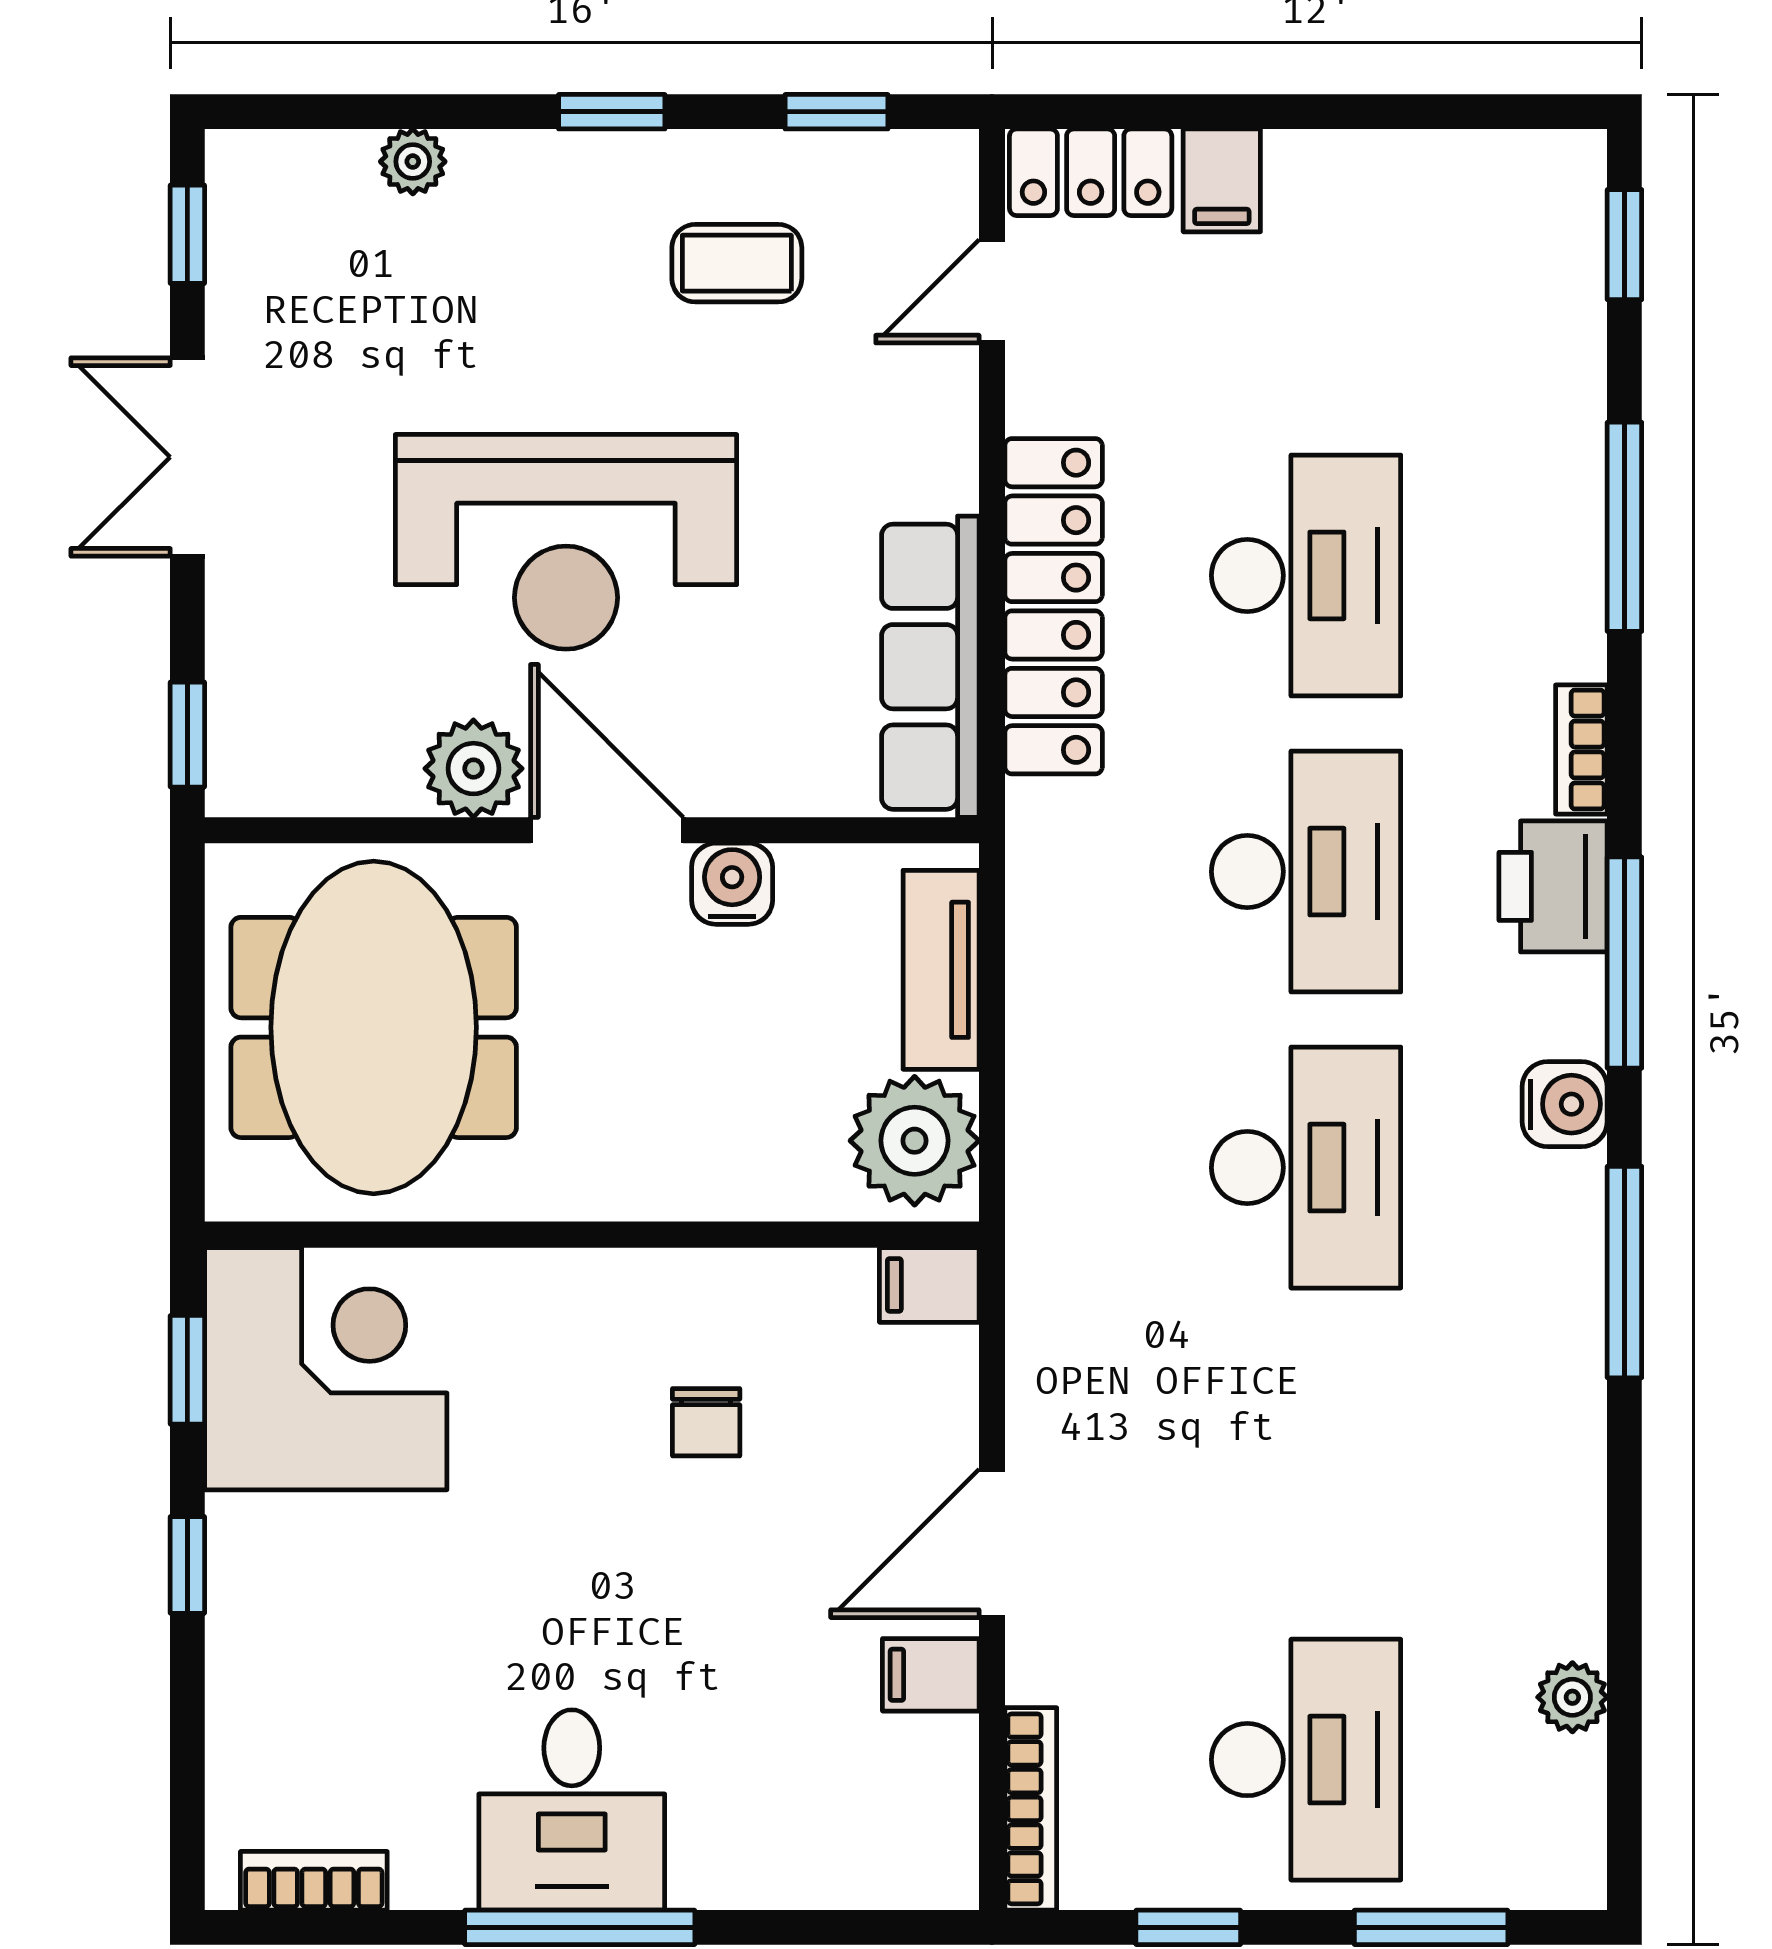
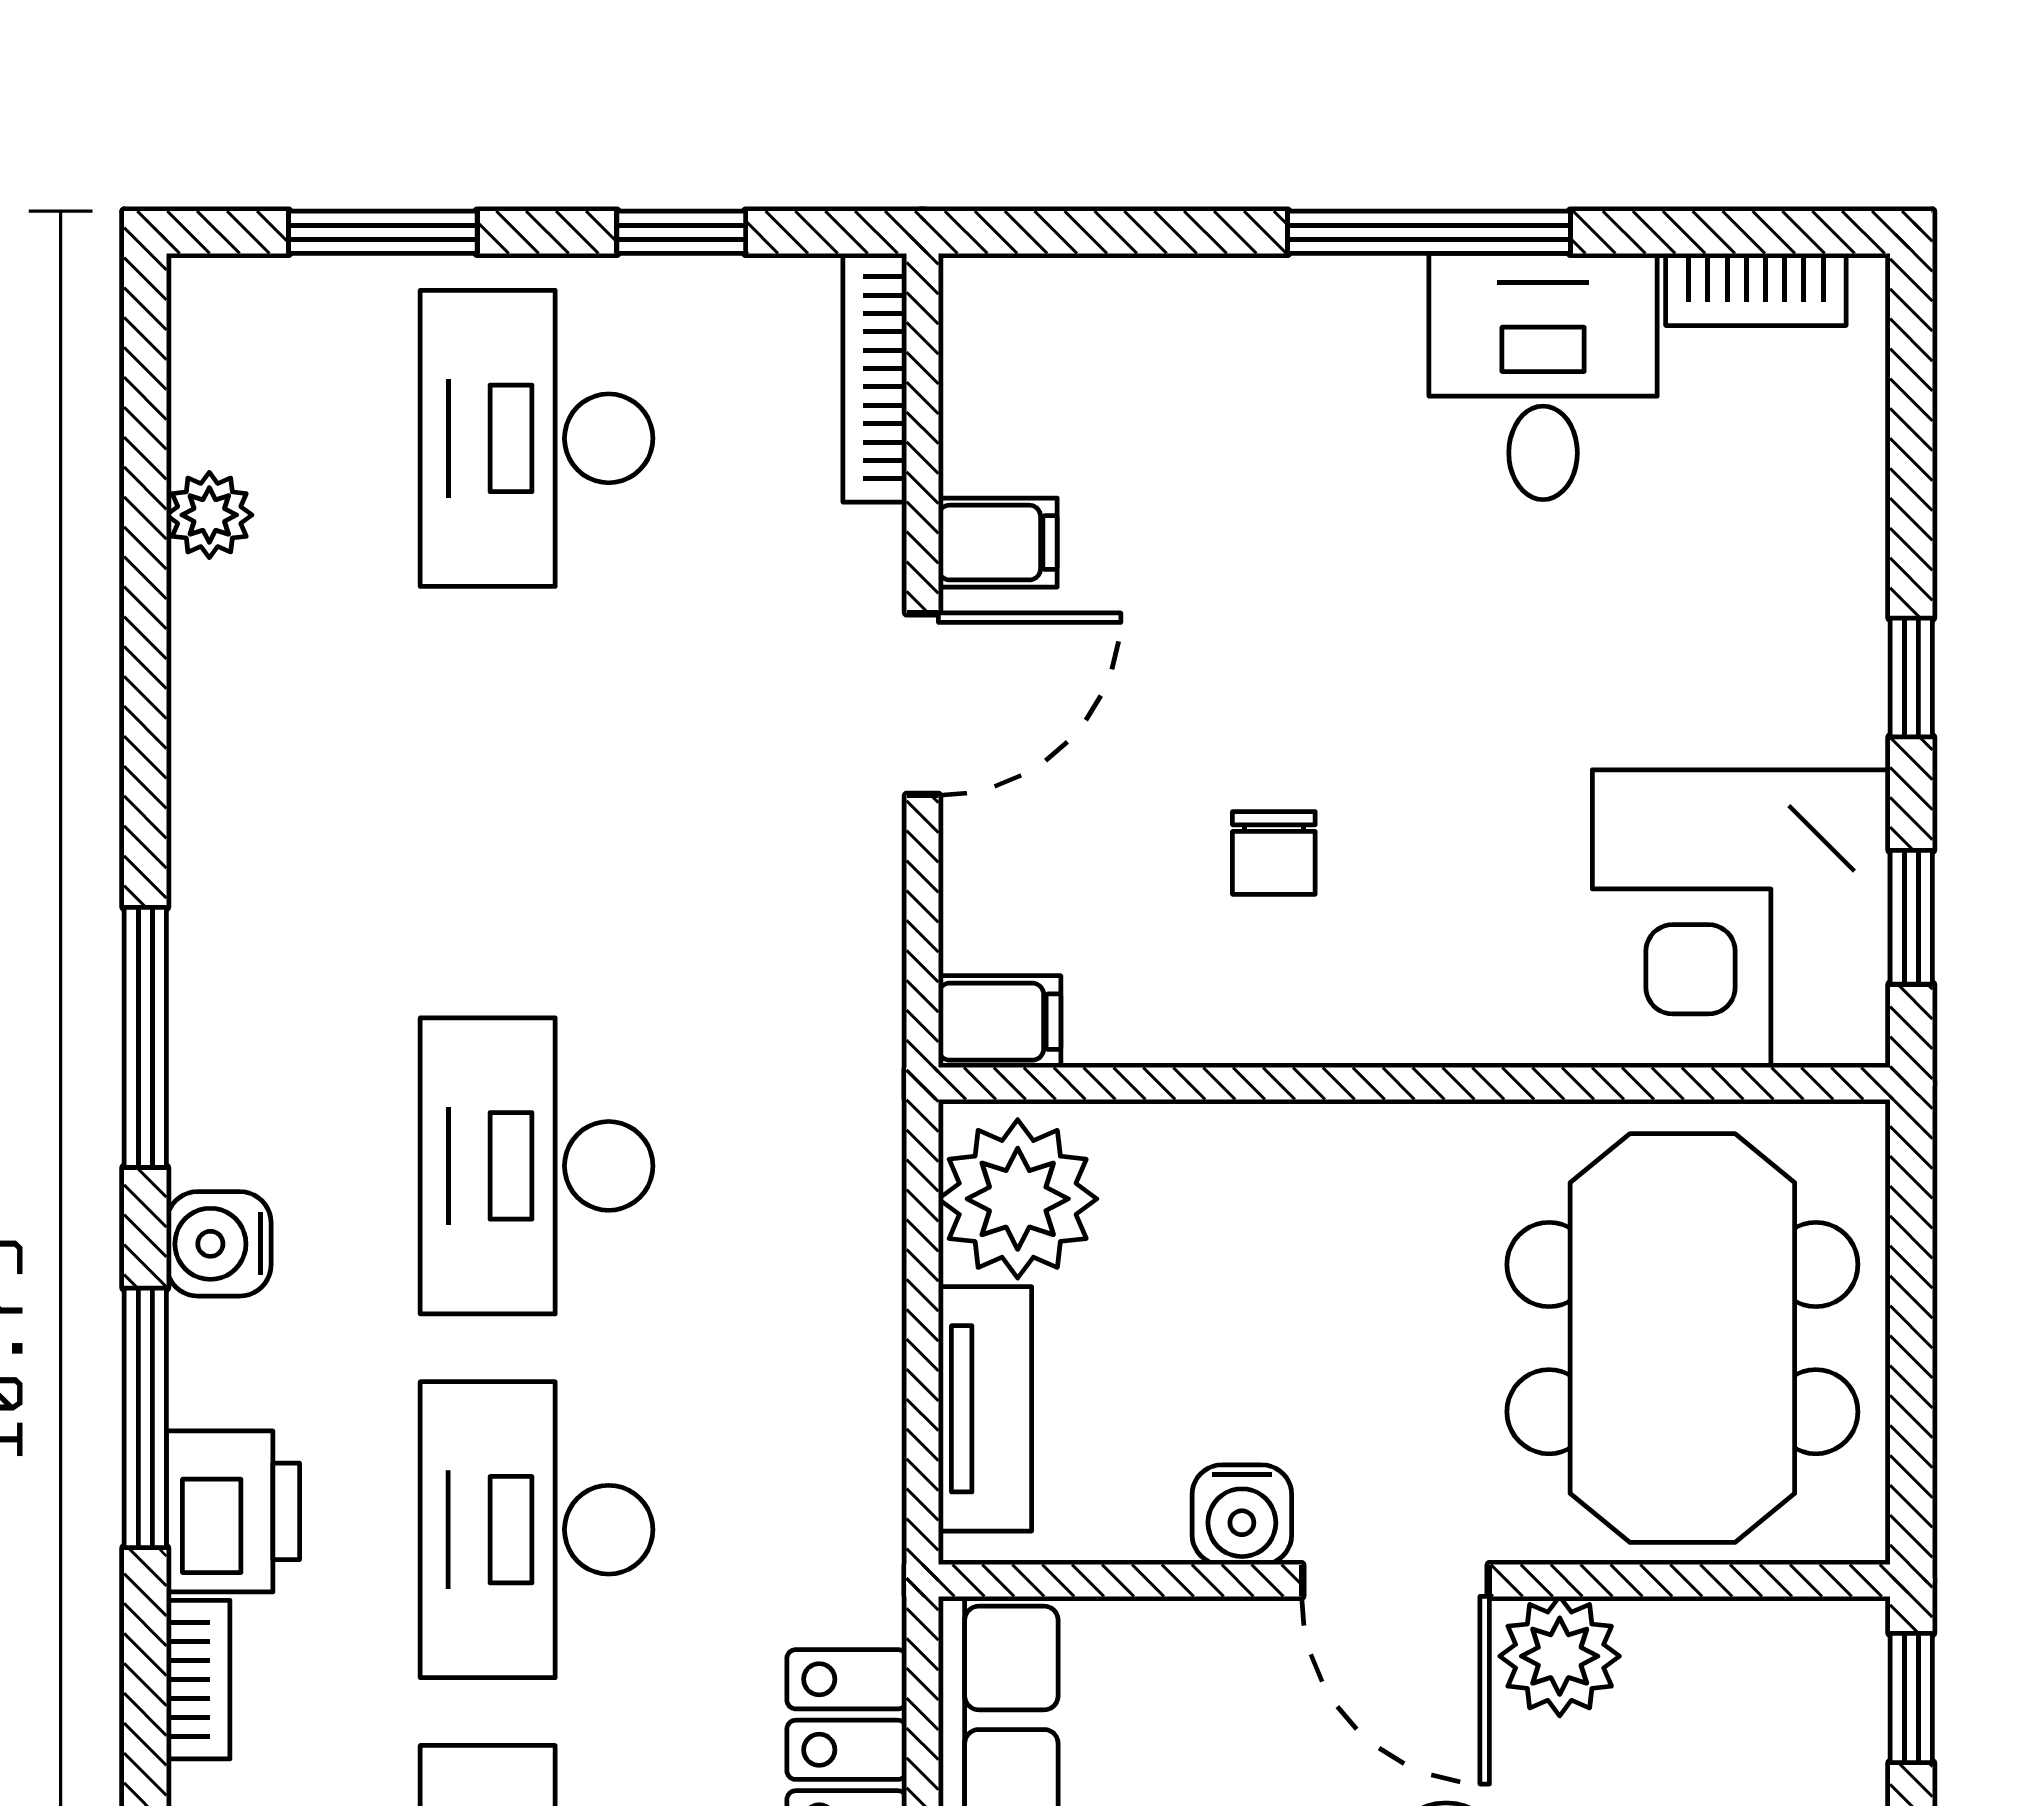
chair: (706, 1422) -> (1274, 853), turned 180
desk: (572, 1810) -> (1543, 376), moved

